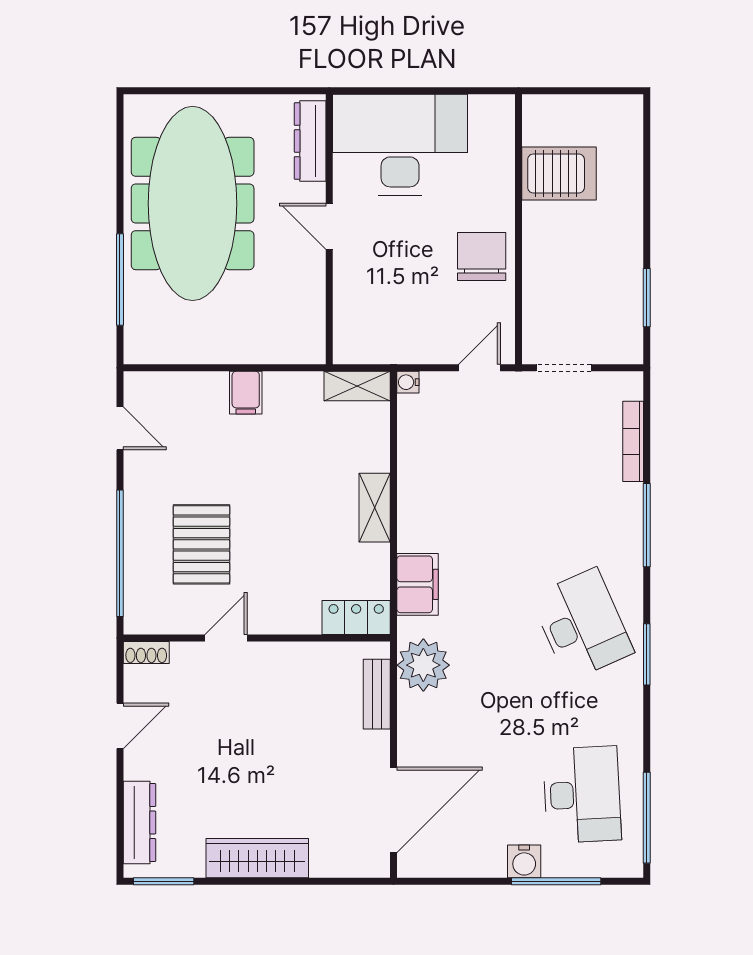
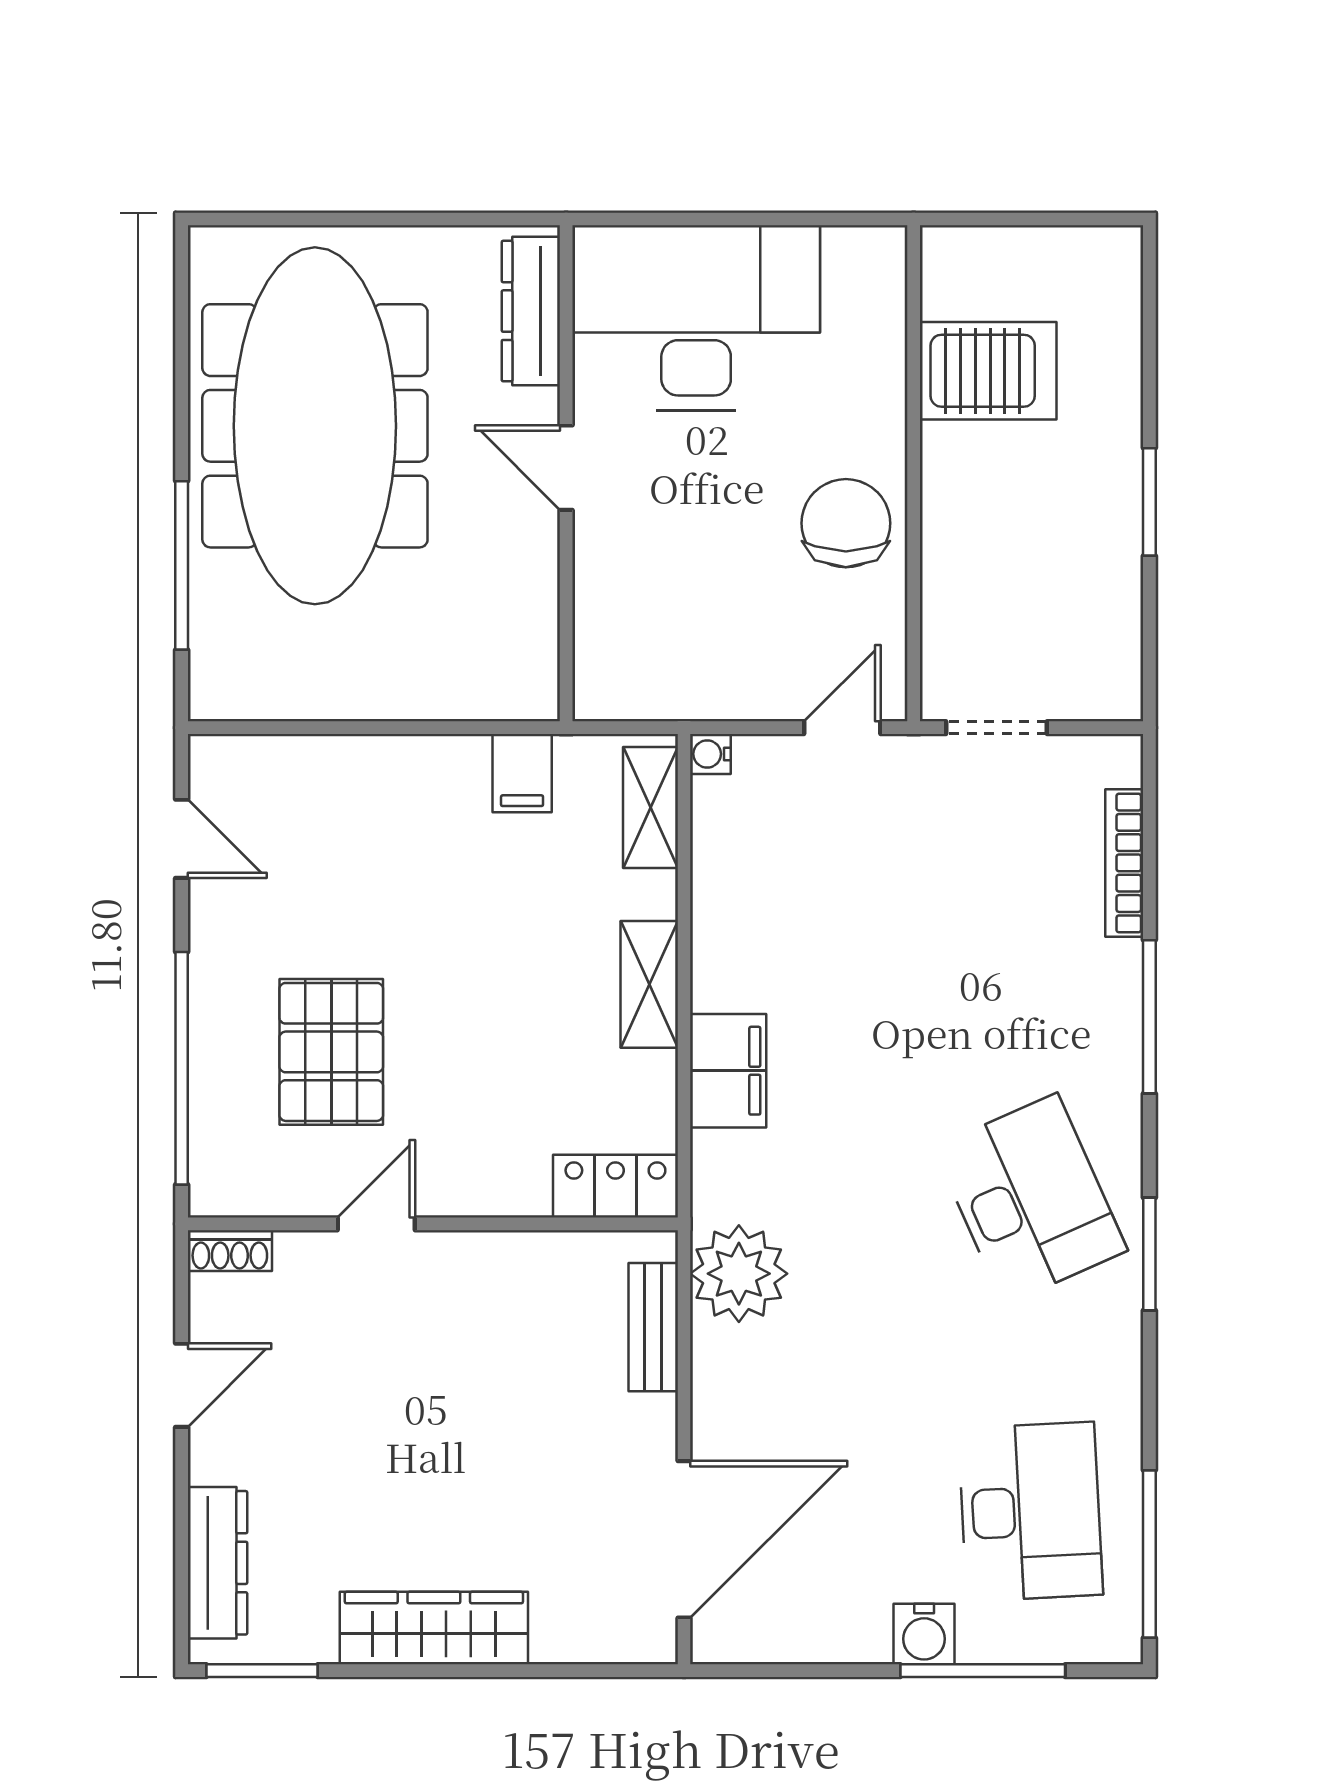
window: (647, 298) -> (1149, 502), moved
shelving: (357, 386) -> (651, 808), moved, turned 90
filing cabinet: (246, 393) -> (522, 773), moved
filing cabinet: (418, 584) -> (728, 1071), moved

